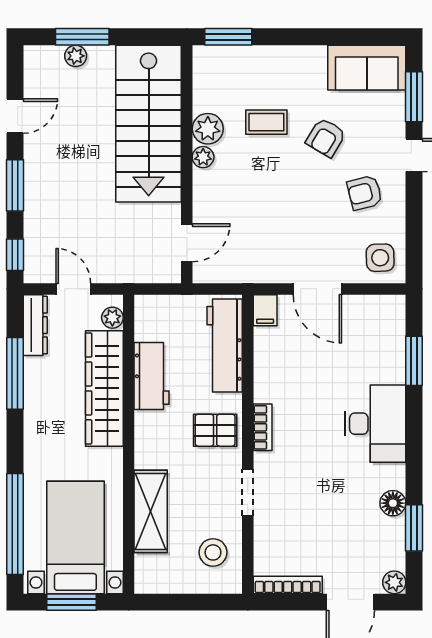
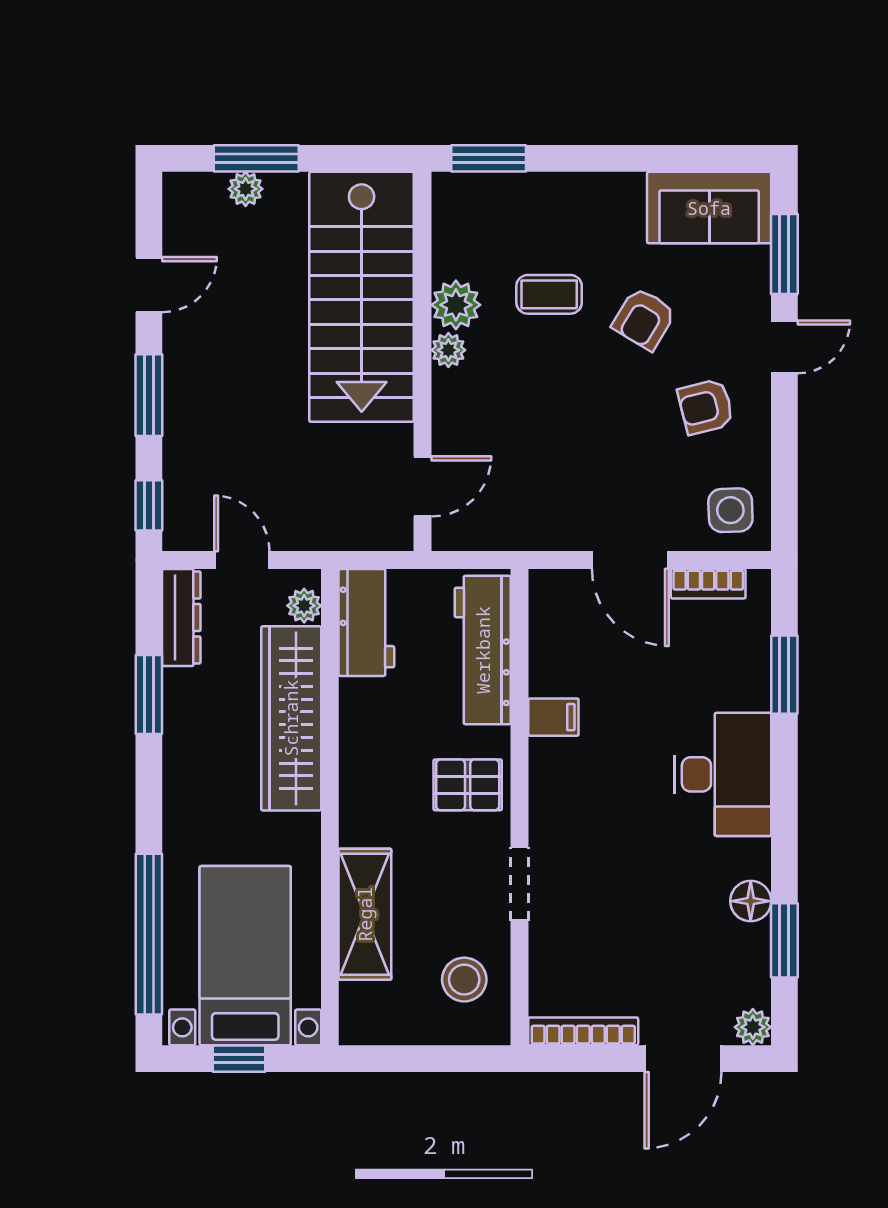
filing cabinet: (265, 310) -> (553, 717), moved, turned -90
window: (15, 373) -> (149, 695), width x0.69
workbench: (152, 376) -> (366, 622), moved
bookcase: (263, 427) -> (708, 584), moved, turned 90
window: (72, 602) -> (239, 1059), width x0.67

